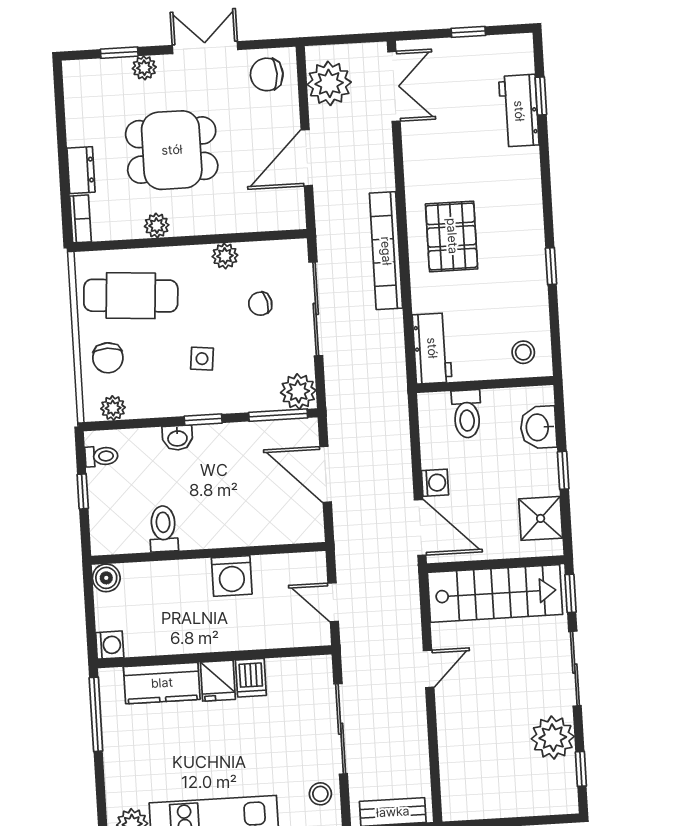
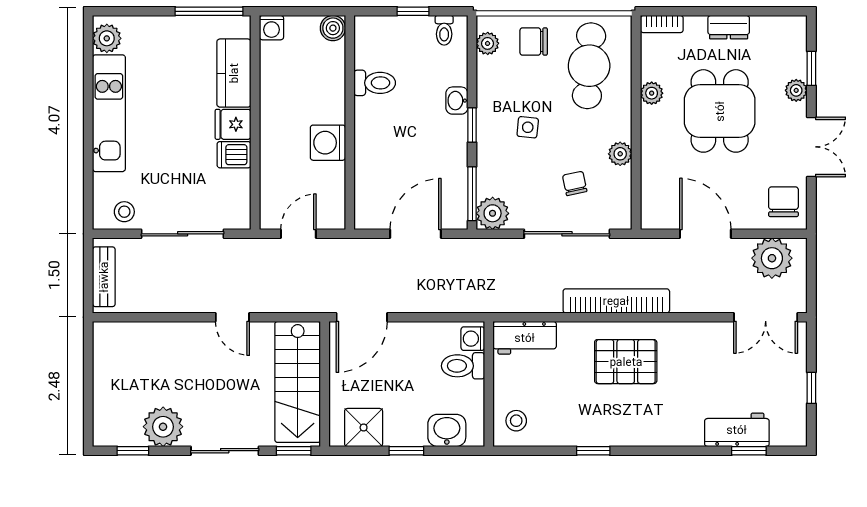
dresser: (81, 170) -> (729, 27), moved
washing machine: (435, 483) -> (473, 339), moved, turned 90

